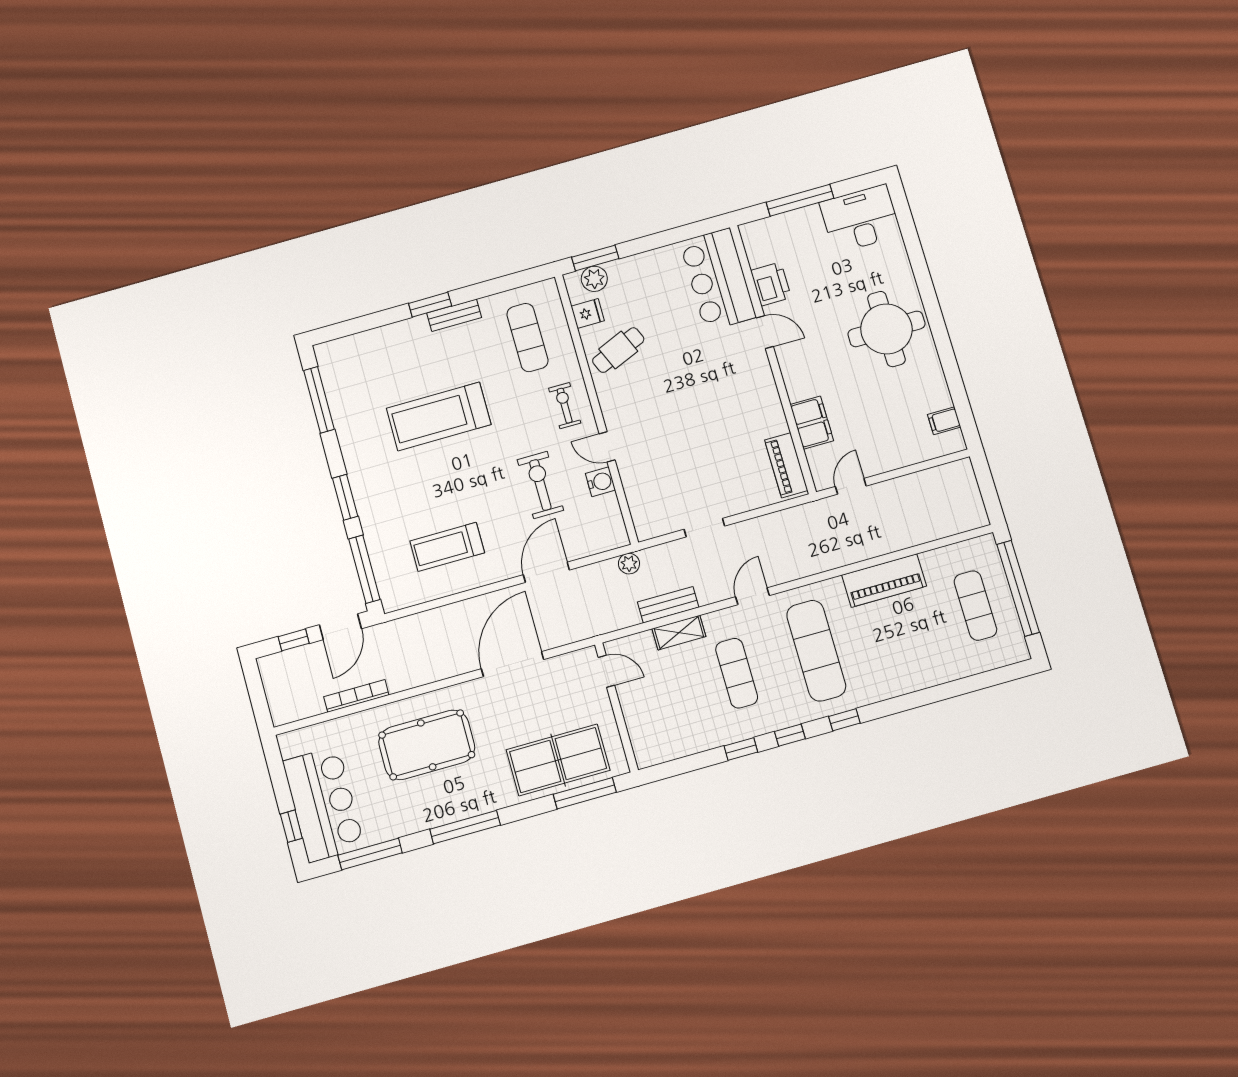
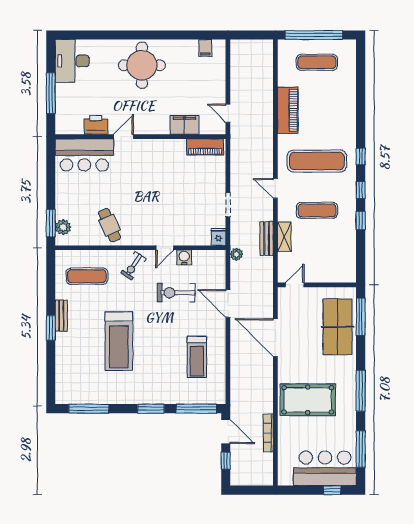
fridge: (588, 313) -> (219, 237), moved
exercise bike: (565, 406) -> (133, 266), turned -56
pool table: (427, 745) -> (308, 400), turned 90

